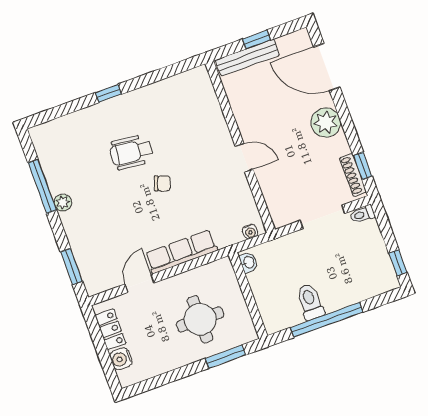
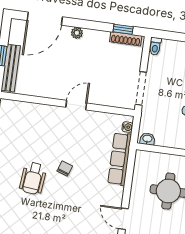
plant: (326, 123) -> (77, 33), width x0.53, depth x0.53
doorway: (322, 217) -> (141, 88), moved
row of seats: (181, 252) -> (120, 159), moved

